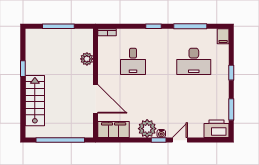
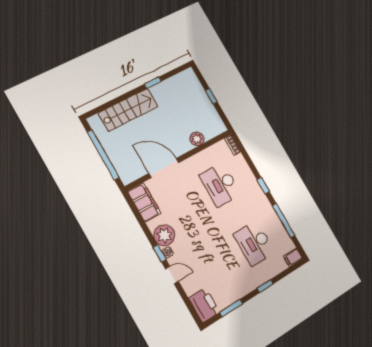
window: (58, 26) -> (211, 96), width x0.46
desk: (133, 61) -> (220, 184), width x1.37
door: (96, 99) -> (164, 168), swing flipped

